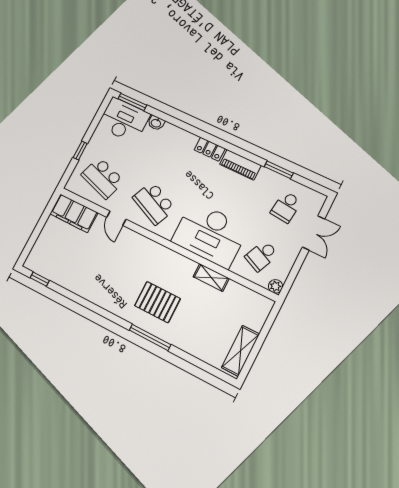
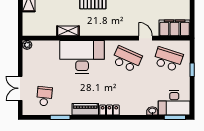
school desk: (262, 256) -> (44, 59), removed

